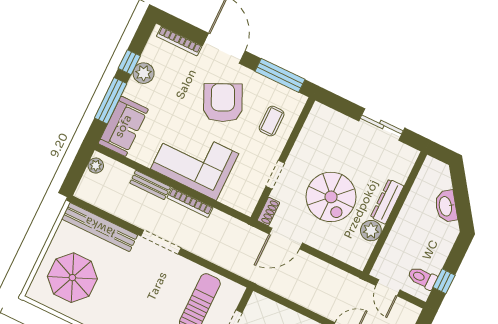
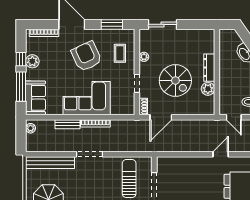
window: (280, 75) -> (112, 24), width x0.69
sliding door: (382, 124) -> (162, 24), moved
plant: (303, 142) -> (144, 57), added

